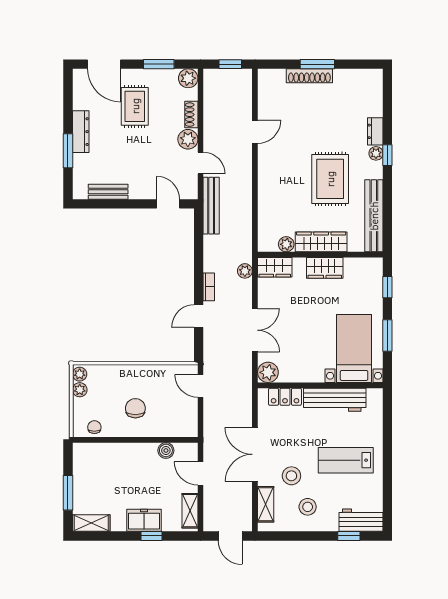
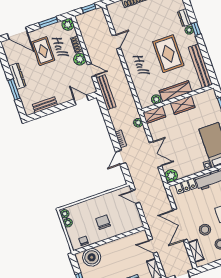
boiler: (166, 450) -> (92, 257), moved, width x1.86, depth x1.86

